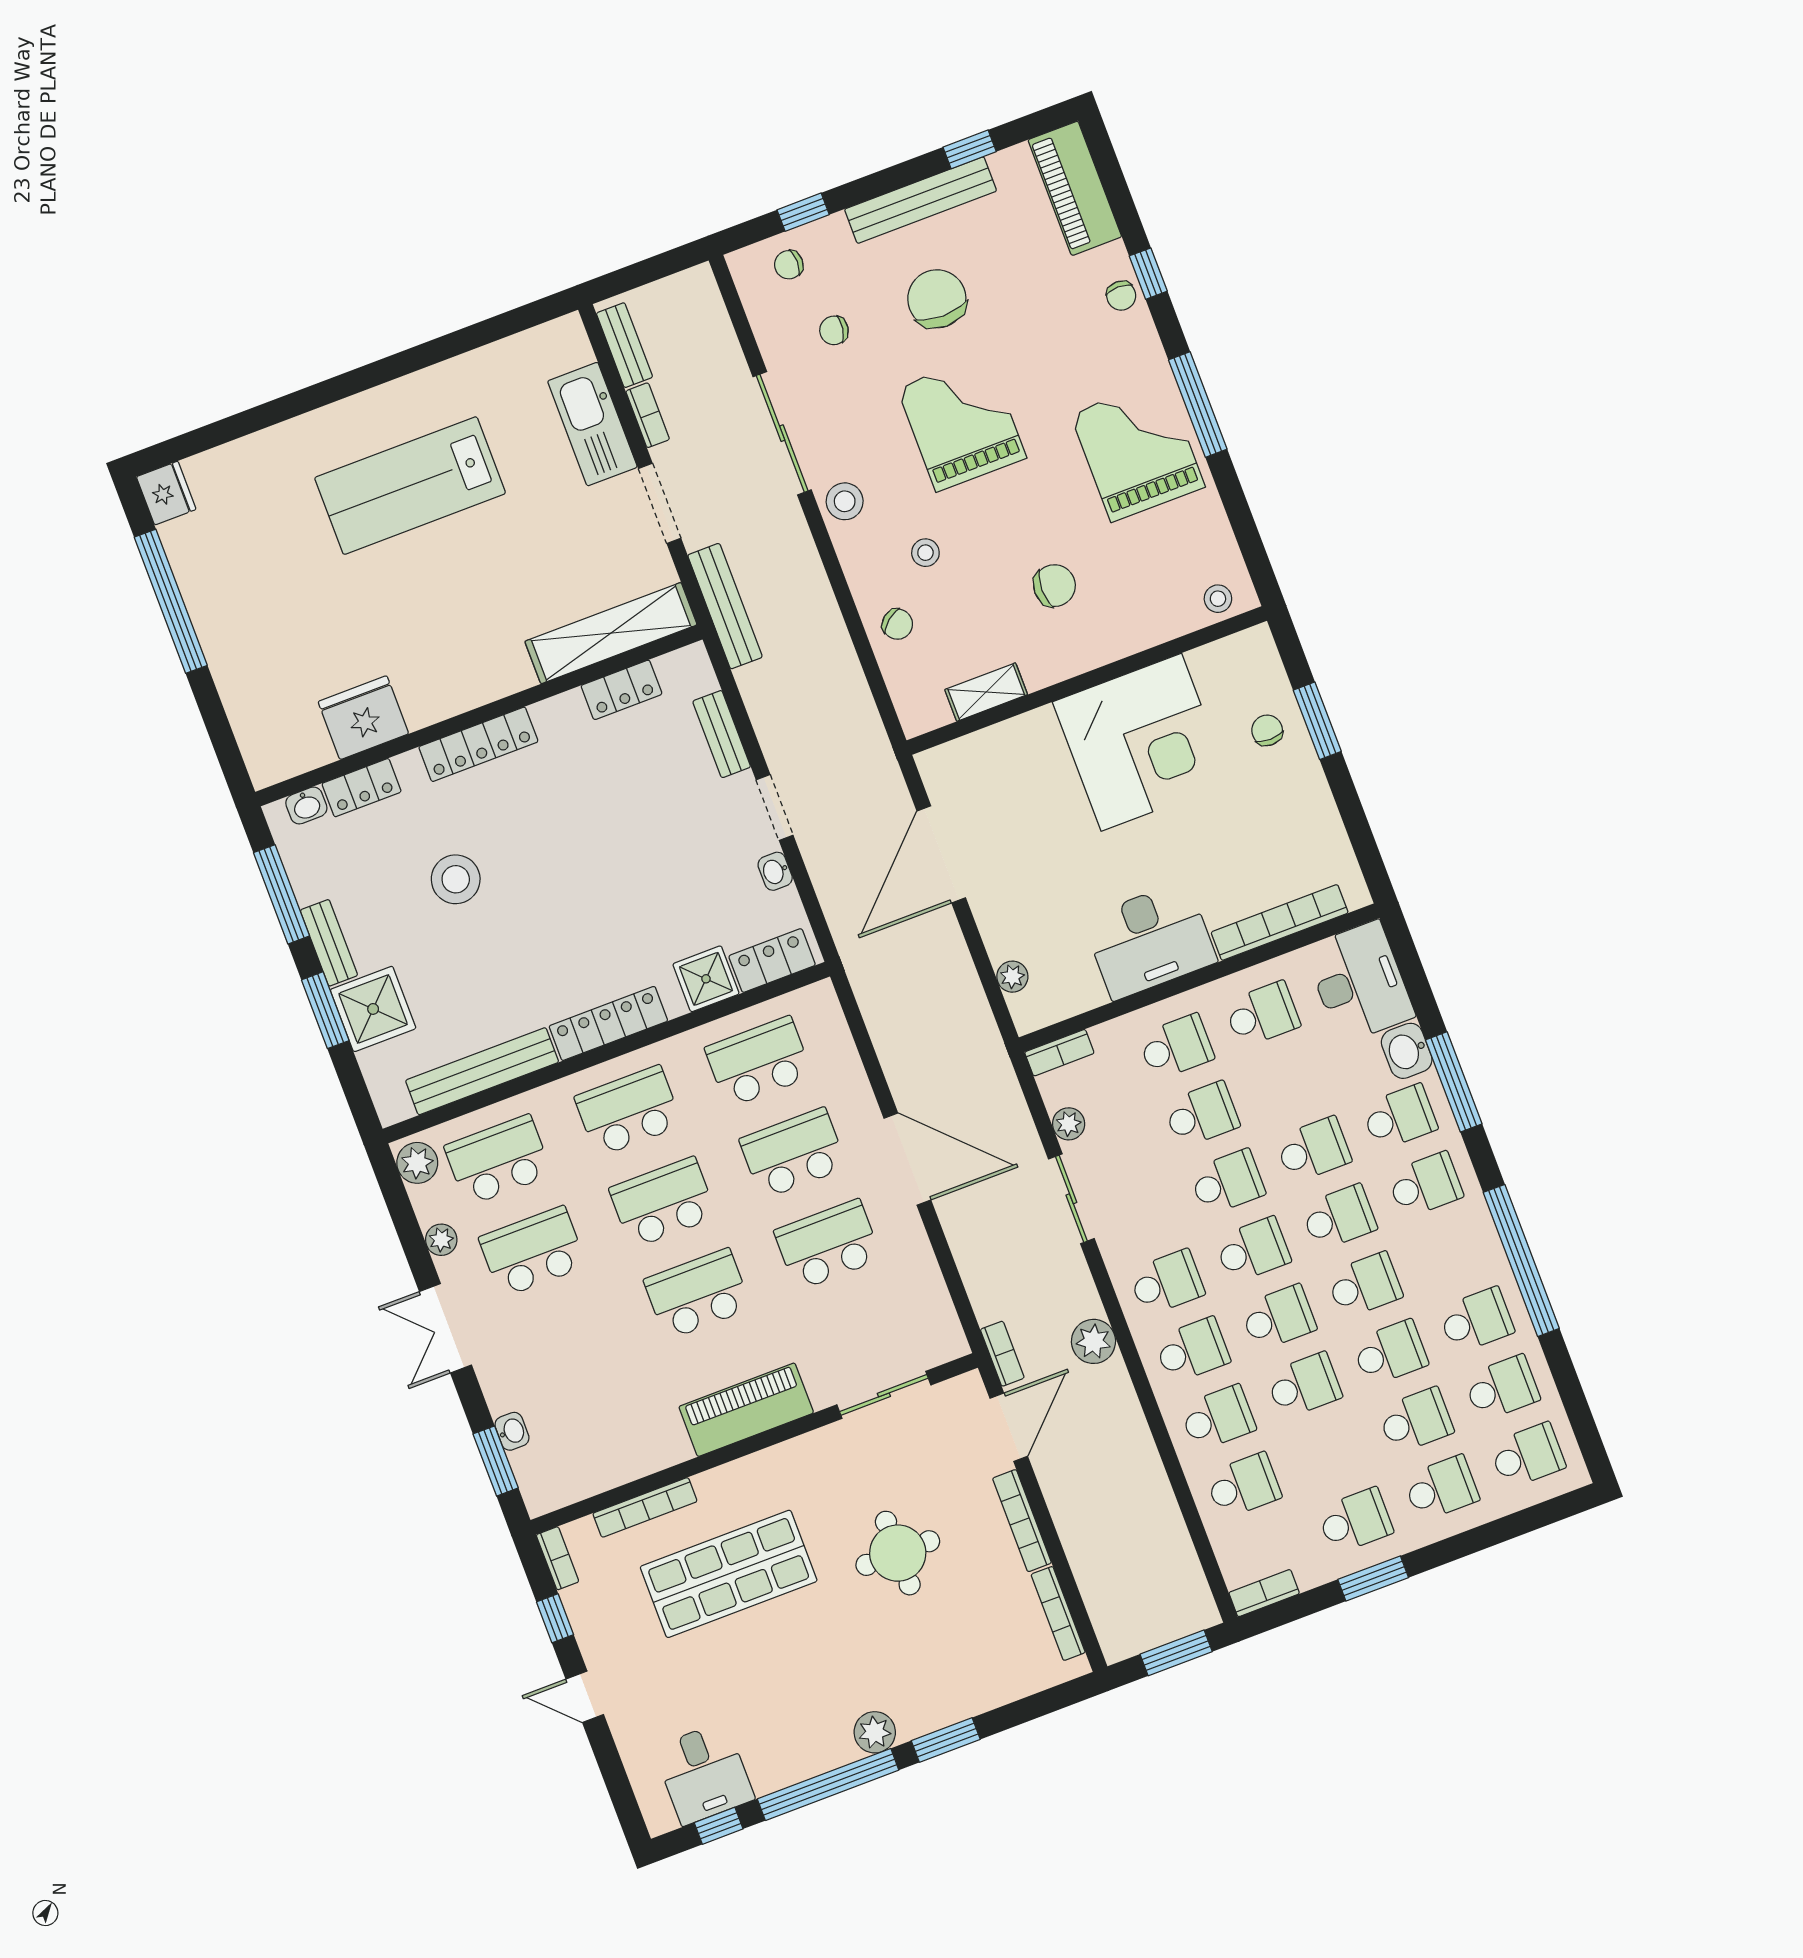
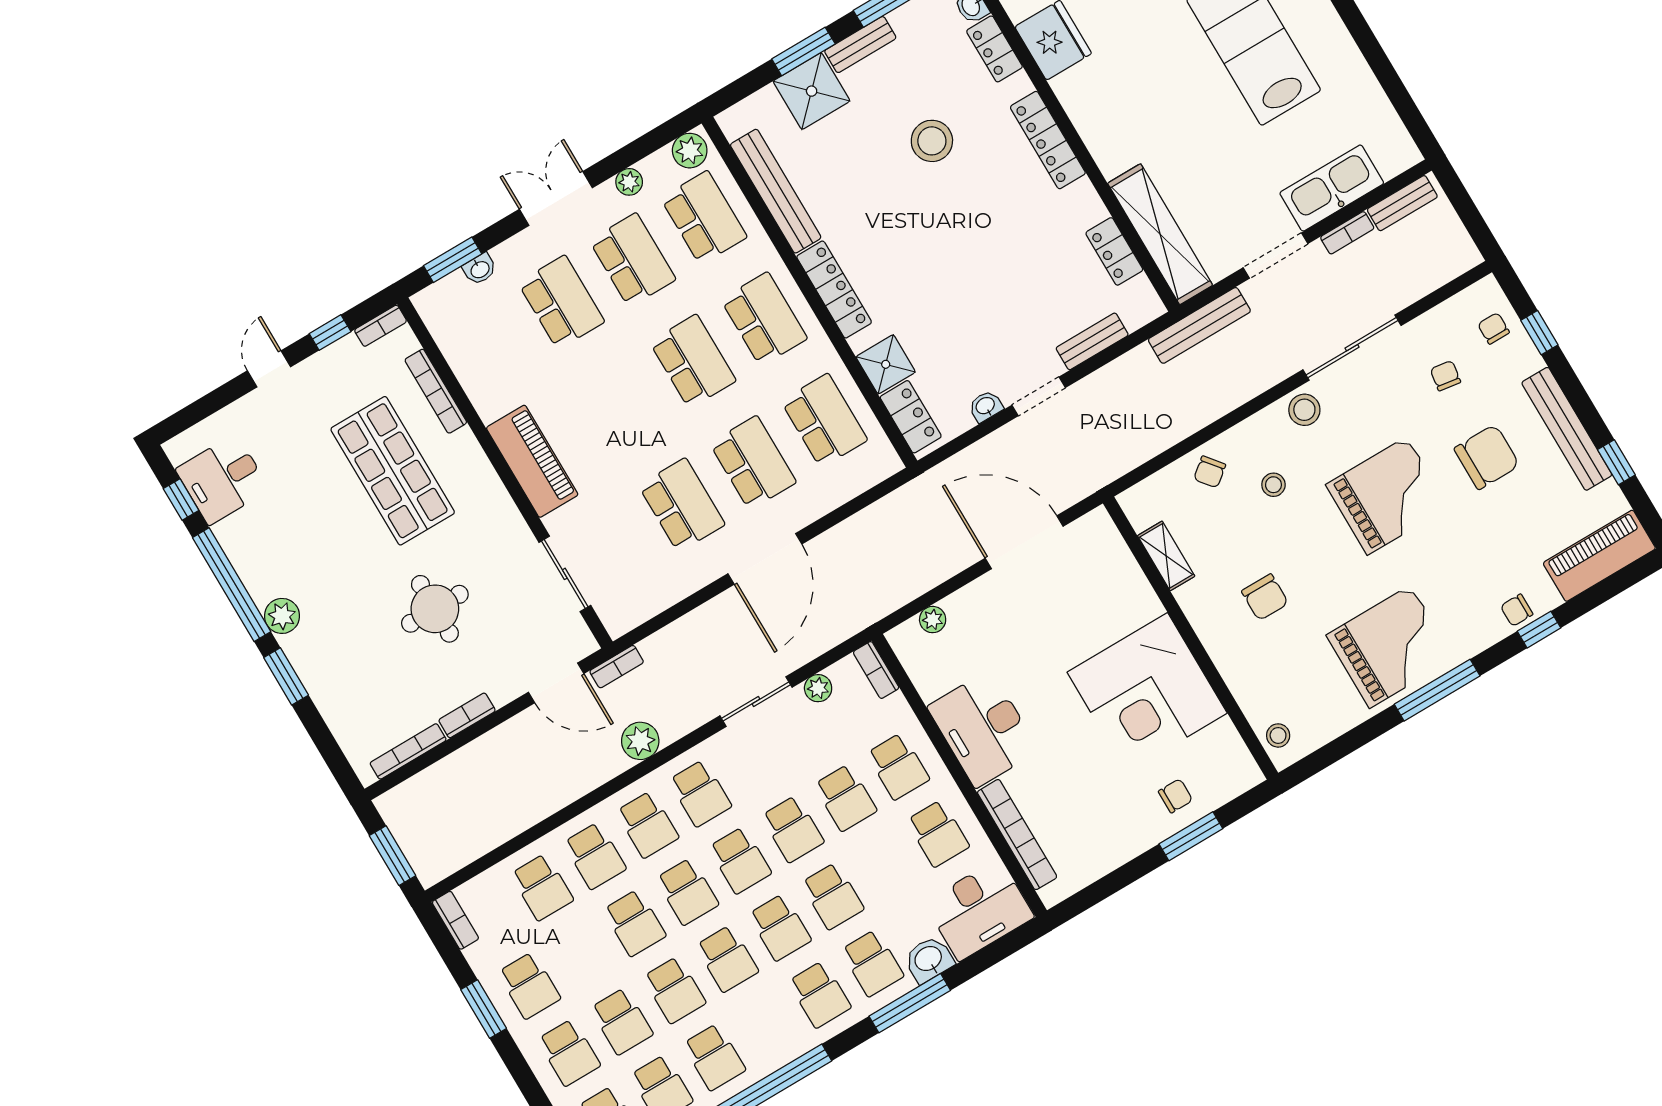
school desk: (698, 1294) -> (561, 302), moved
bookcase: (1022, 1521) -> (467, 715), width x0.64

